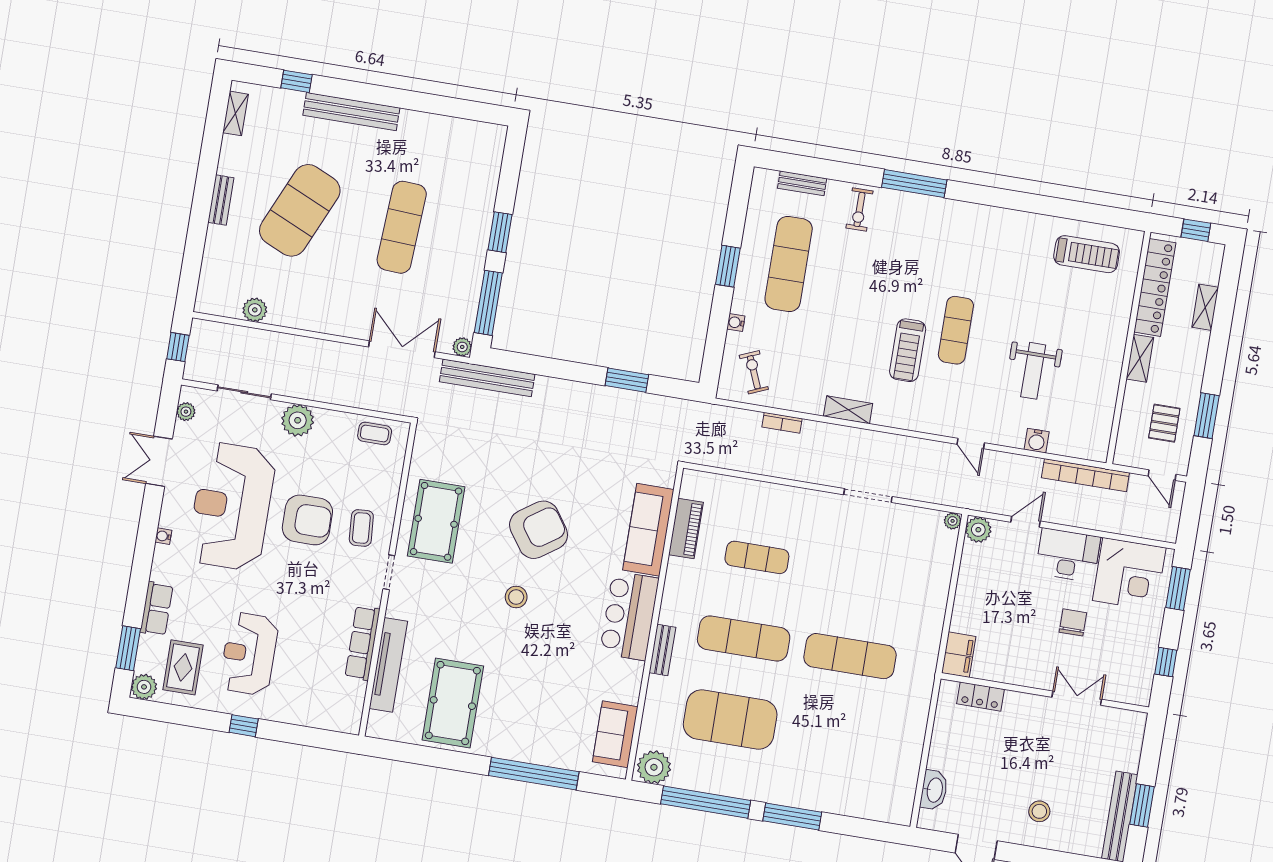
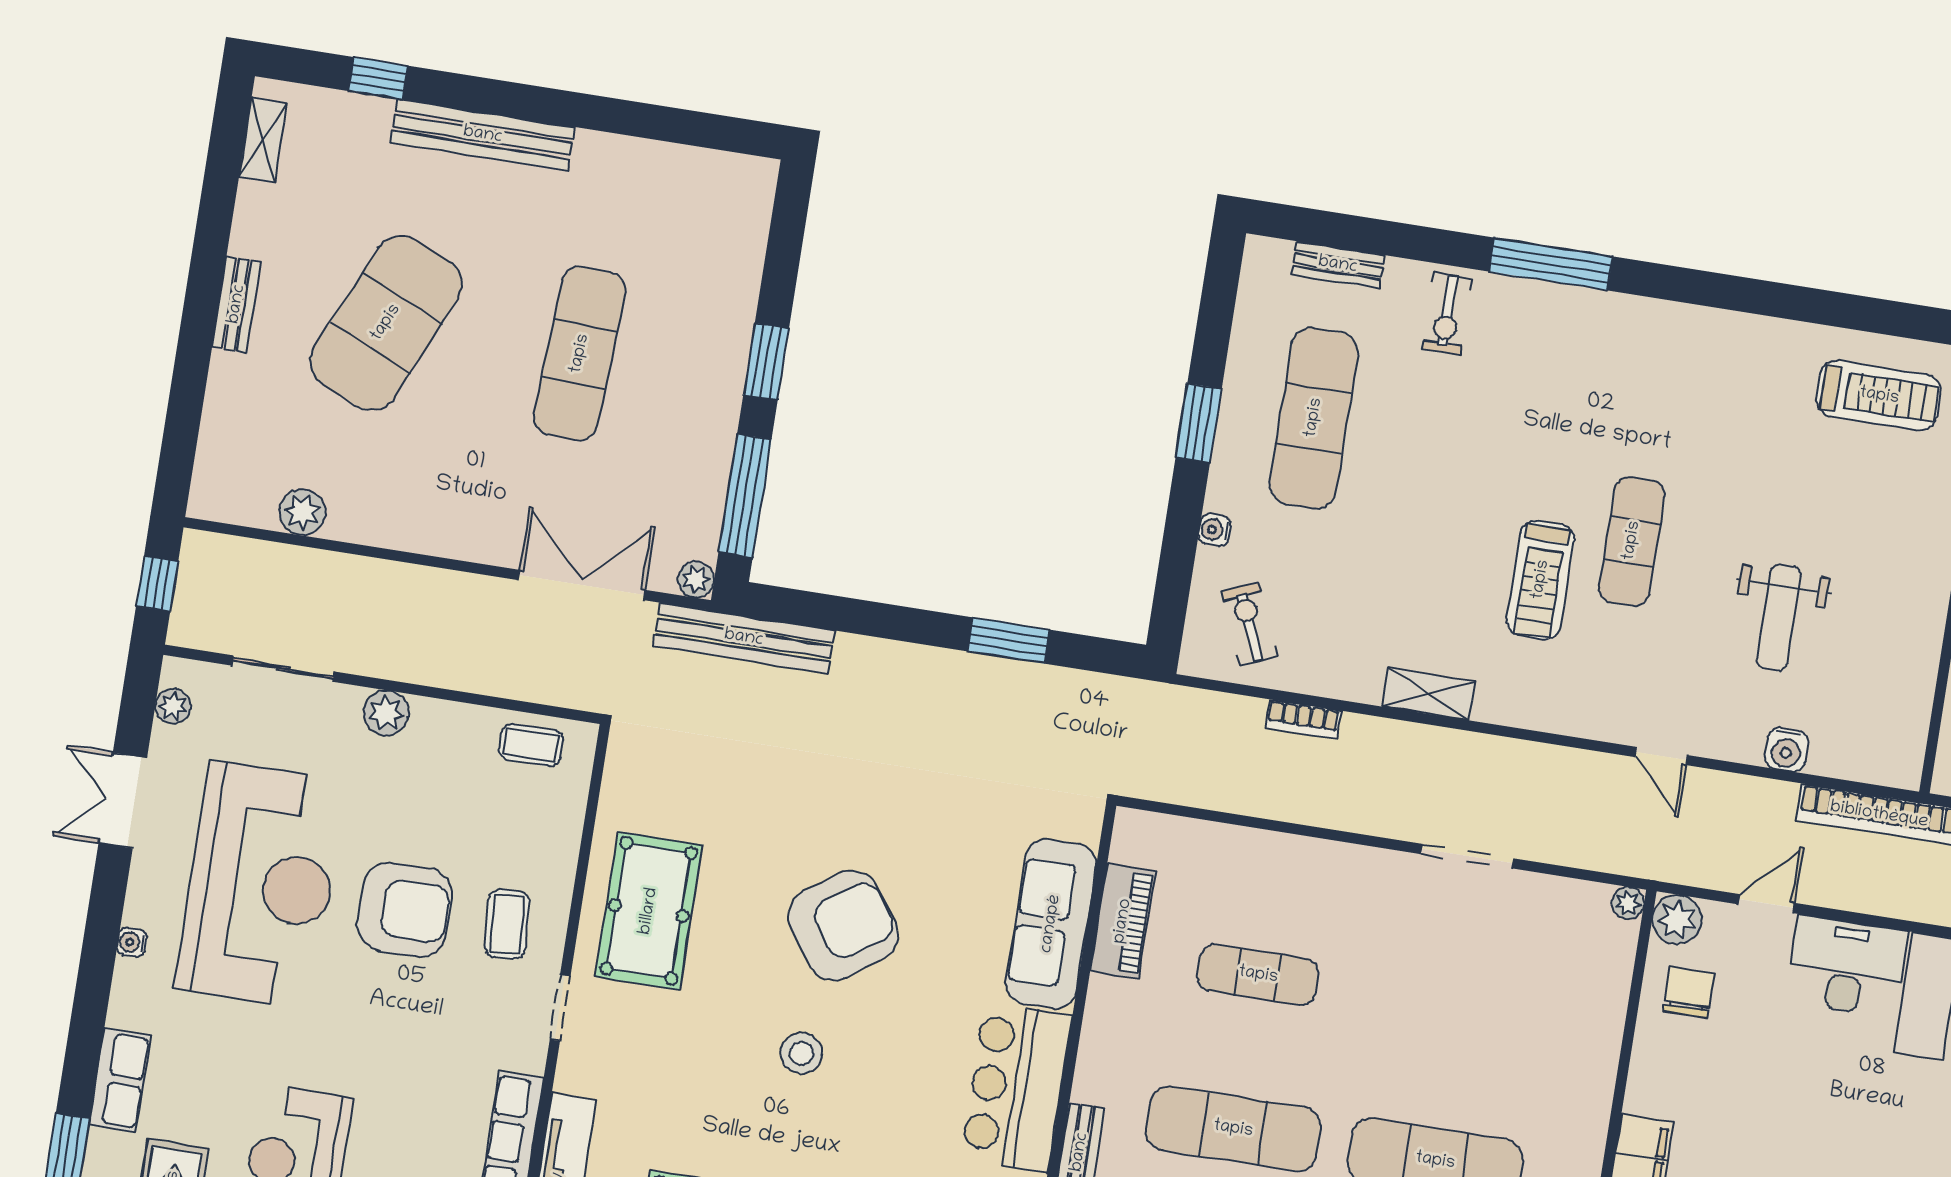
plant: (298, 420) -> (386, 713), width x0.73, depth x0.73
reception desk: (232, 506) -> (261, 885), turned 180
chair: (1073, 622) -> (1689, 992), moved

